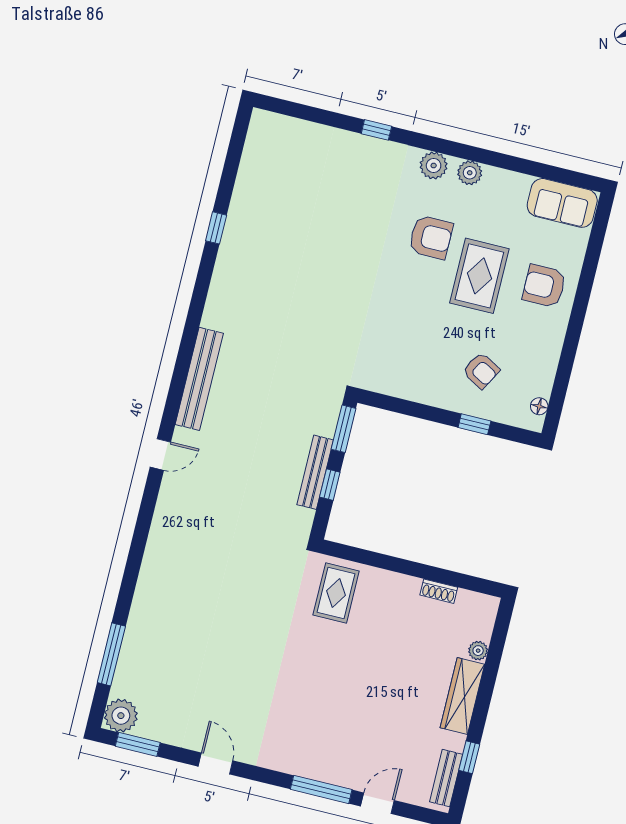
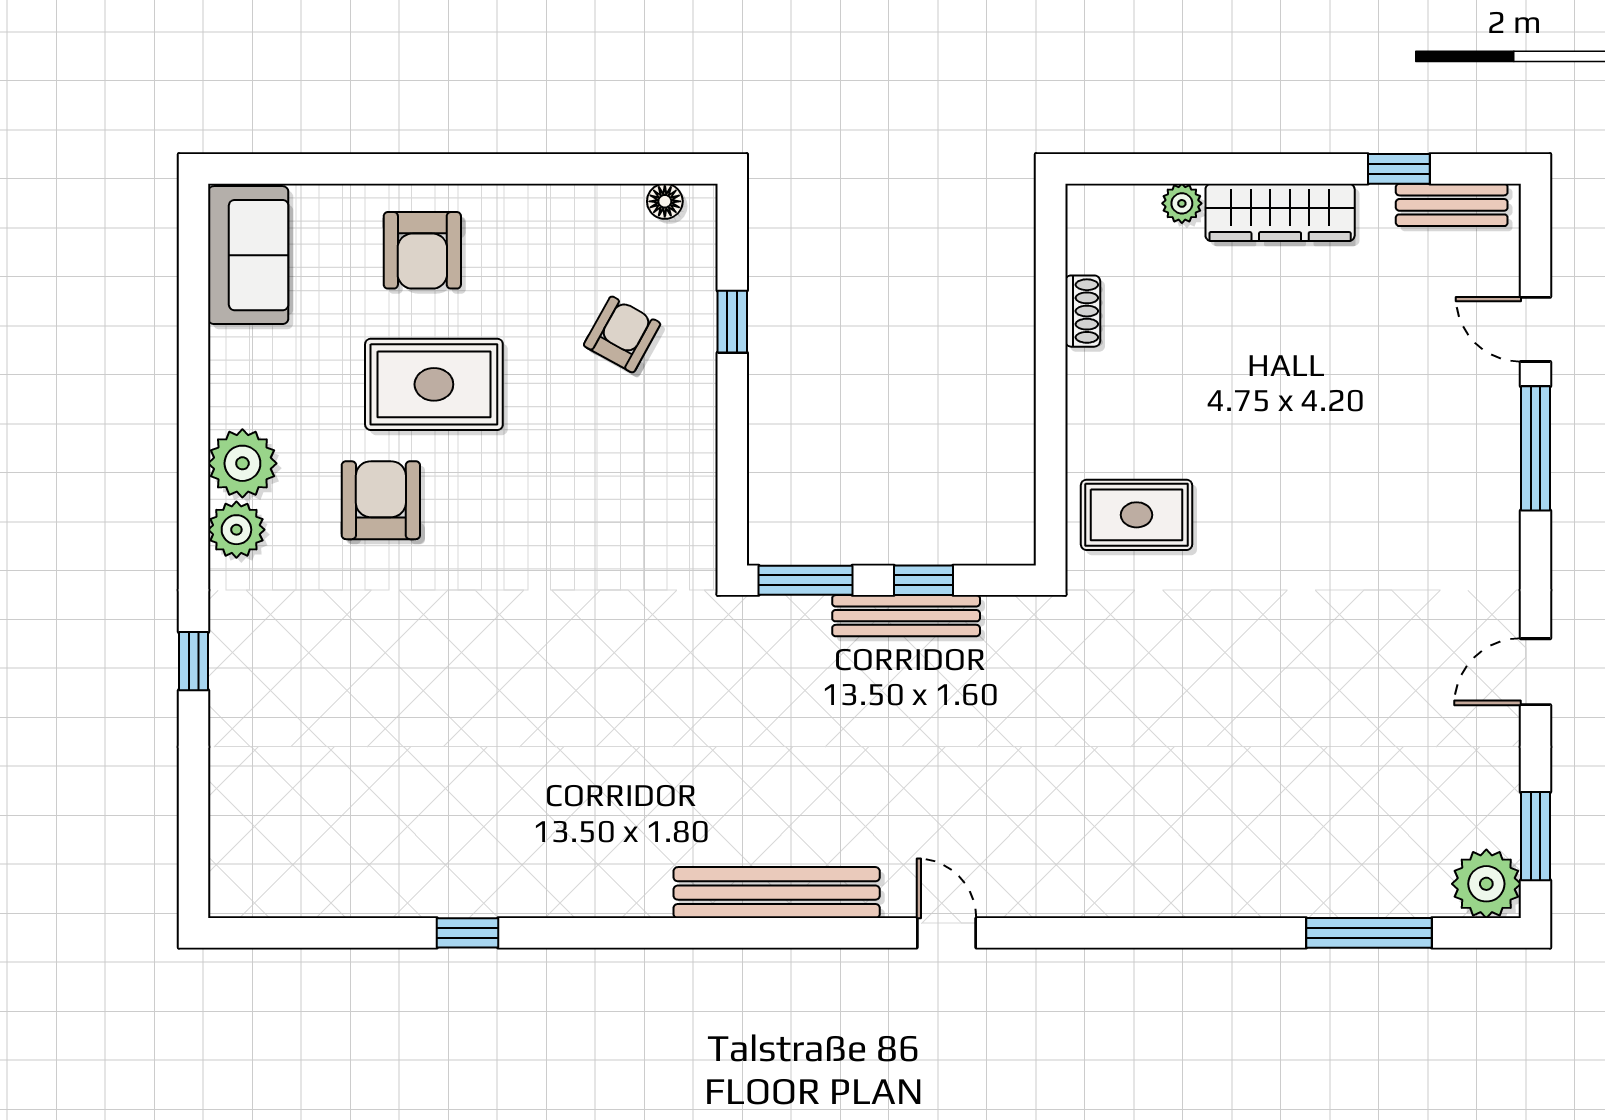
plant: (470, 173) -> (242, 463), width x1.36, depth x1.36

